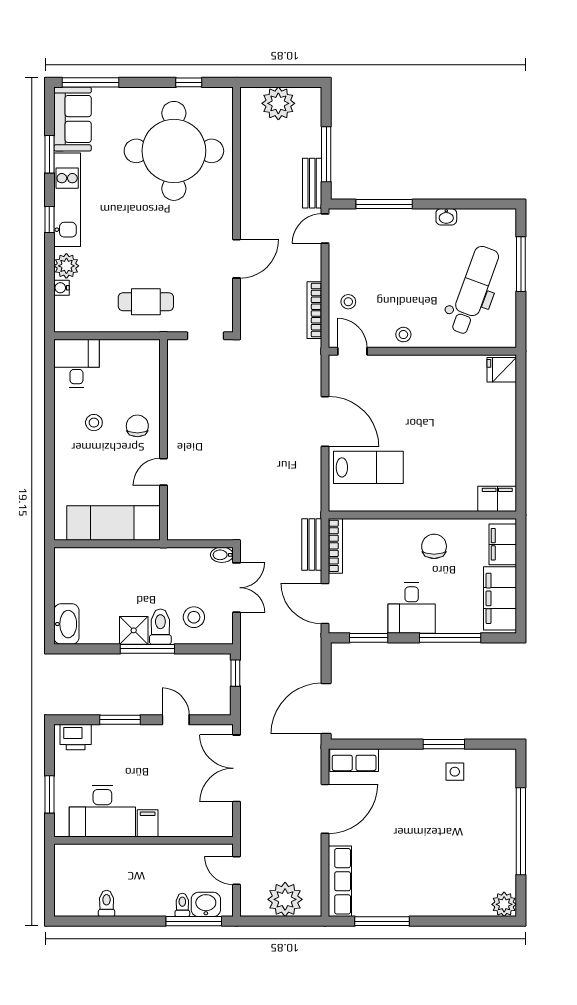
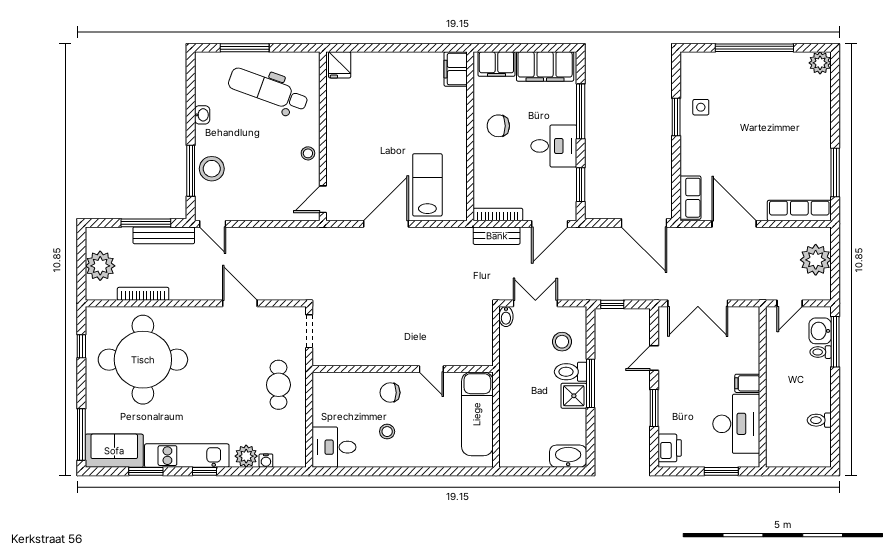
bench: (312, 183) -> (164, 235), width x1.36
stool: (348, 302) -> (212, 169), moved, width x1.89, depth x1.89
bookcase: (314, 310) -> (143, 294), moved, turned 180

